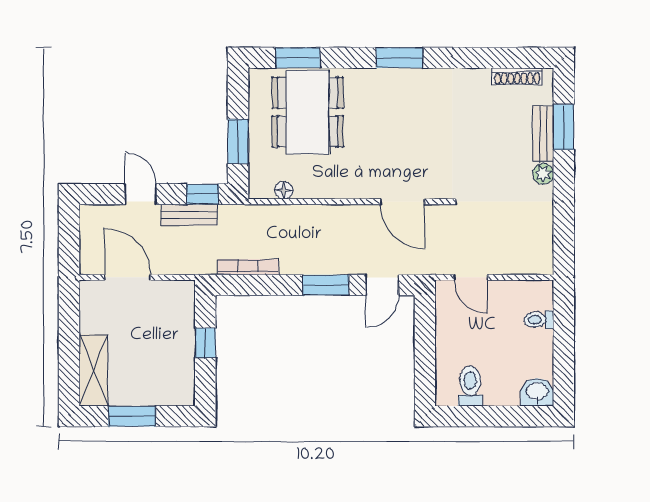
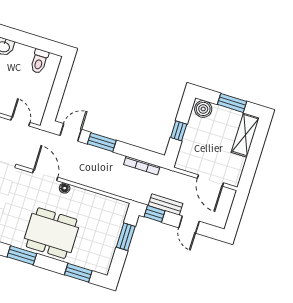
dining table: (308, 112) -> (52, 233), moved, turned 90
floor lamp: (284, 190) -> (65, 188), moved
boiler: (176, 392) -> (203, 109), added

